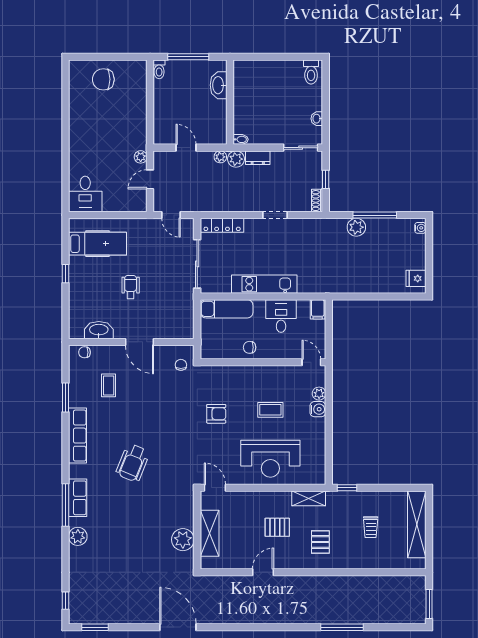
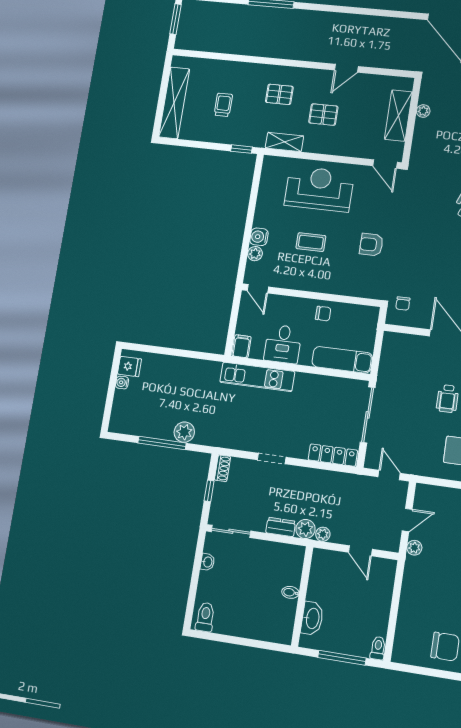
bidet: (241, 139) -> (290, 592), moved
water cooler: (420, 228) -> (122, 383), moved
kitchen unit: (264, 284) -> (257, 377), moved
plant: (183, 540) -> (423, 111), width x0.53, depth x0.53
pallet: (320, 542) -> (279, 94), turned 90

